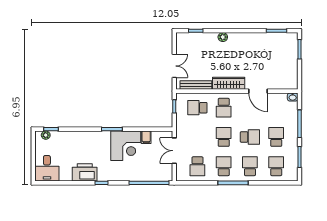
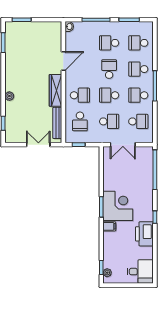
filing cabinet: (146, 137) -> (109, 226), moved
school desk: (197, 137) -> (109, 121), added
corner desk: (126, 146) -> (118, 206), moved

